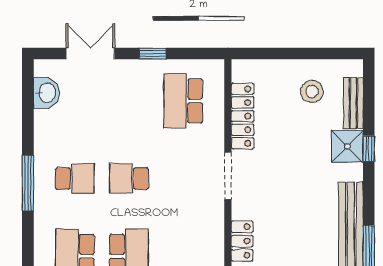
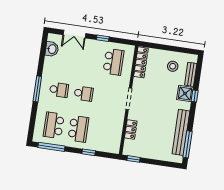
double door: (90, 54) -> (74, 34), swing flipped
school desk: (183, 101) -> (113, 62), turned 180
locker: (243, 116) -> (141, 62), moved
school desk: (129, 179) -> (84, 94), turned 180

